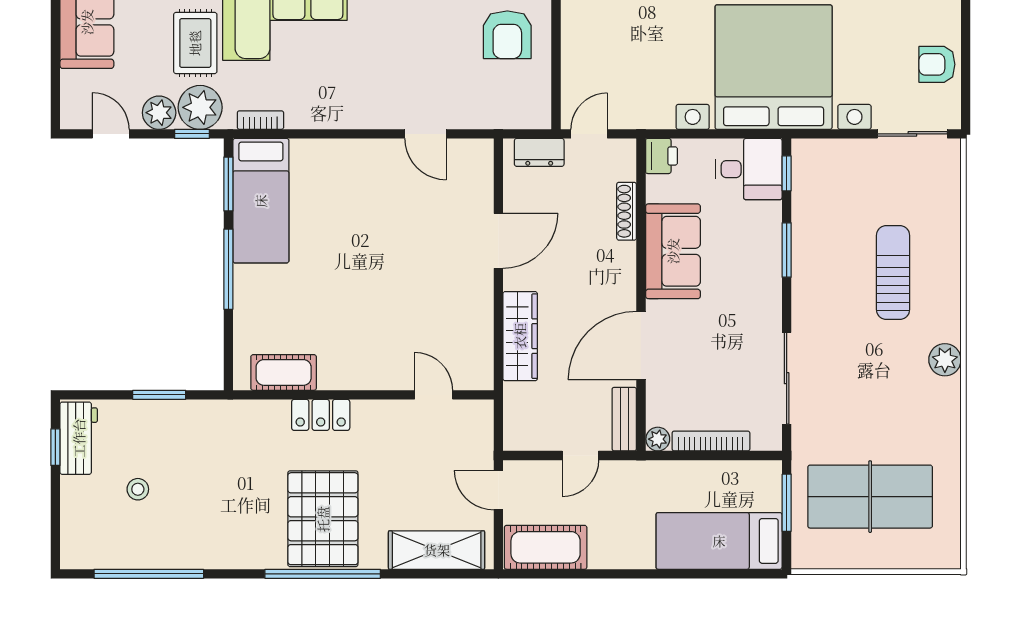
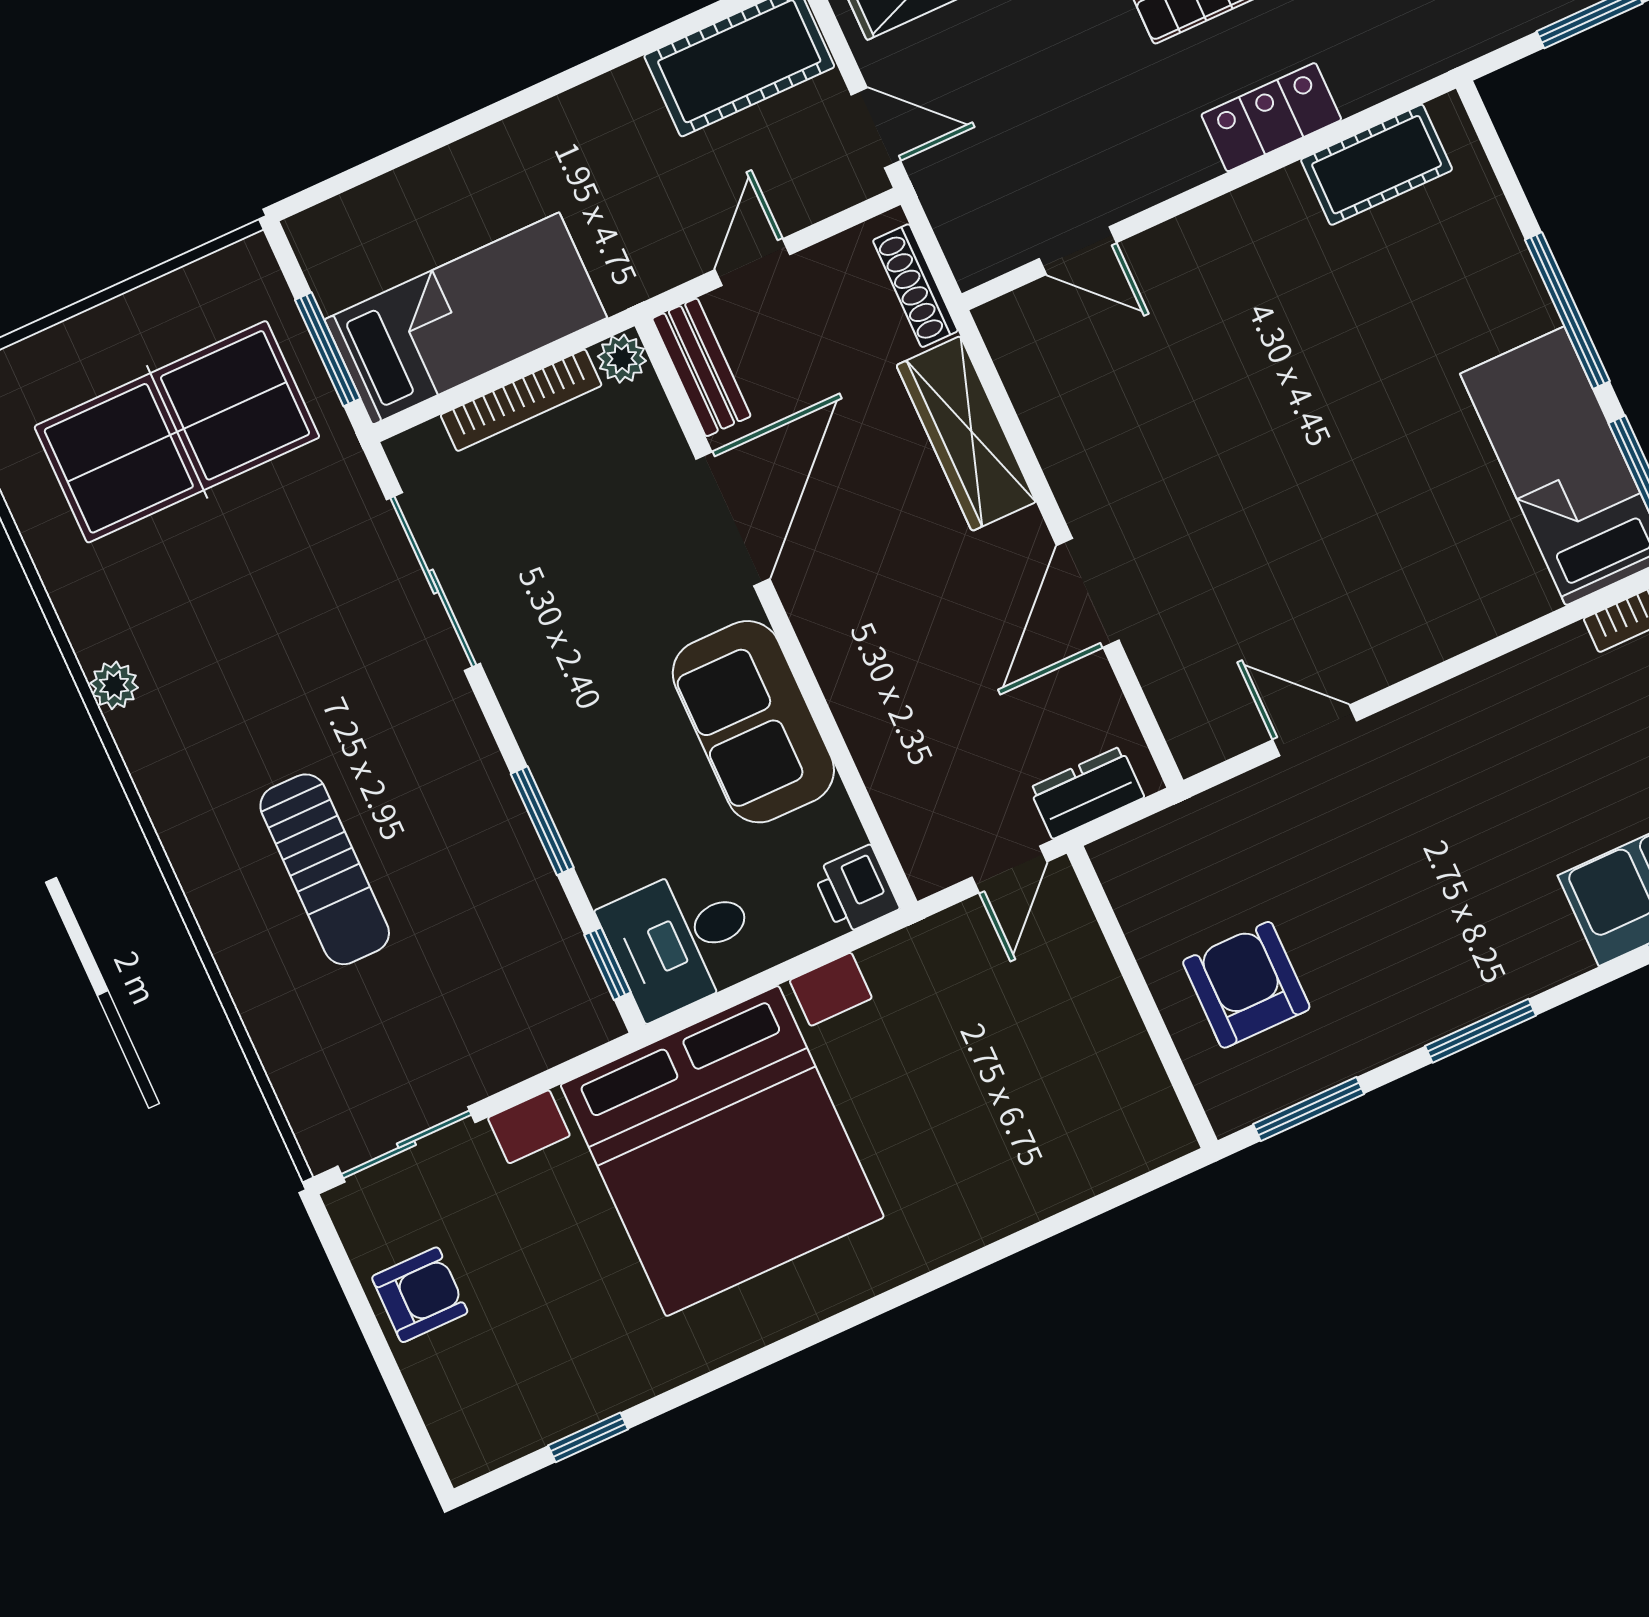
shoe rack: (627, 211) -> (915, 286), moved, turned 180
plant: (945, 360) -> (114, 685), moved, width x0.73, depth x0.73
bed: (719, 541) -> (466, 319), moved

